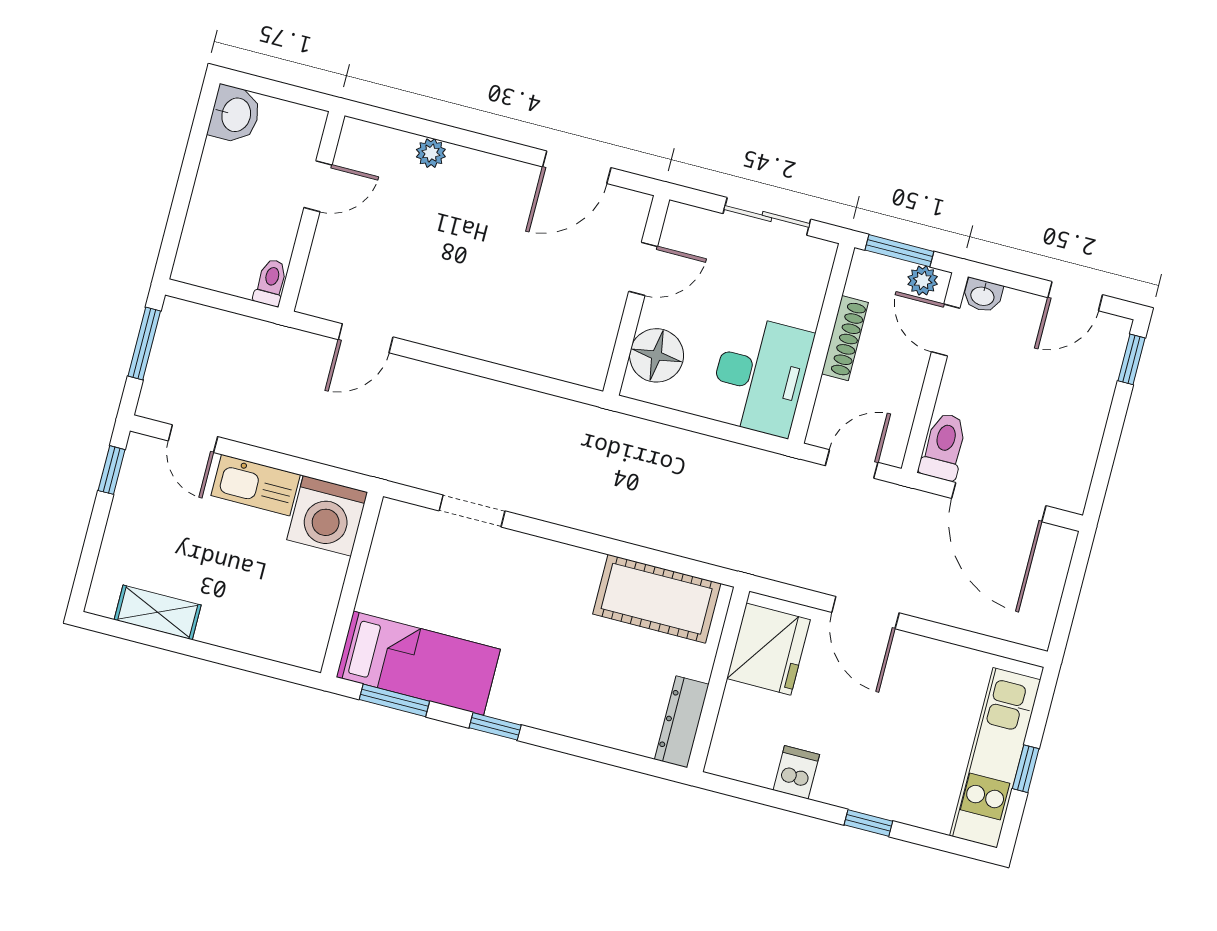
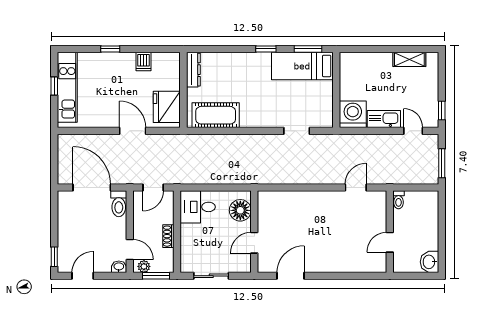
plant: (431, 153) -> (349, 267), removed
shoe rack: (845, 338) -> (168, 236), width x0.70
desk: (760, 376) -> (198, 207), width x0.73

